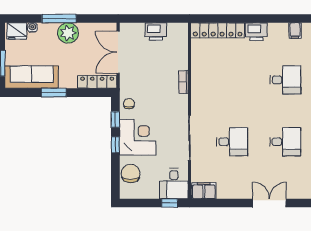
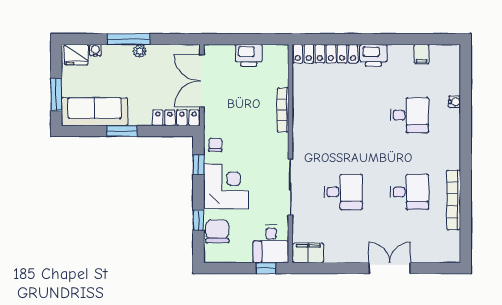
plant: (68, 33) -> (140, 51), width x0.53, depth x0.53
bookcase: (183, 82) -> (283, 110), width x1.56
window: (115, 145) -> (198, 220), moved

